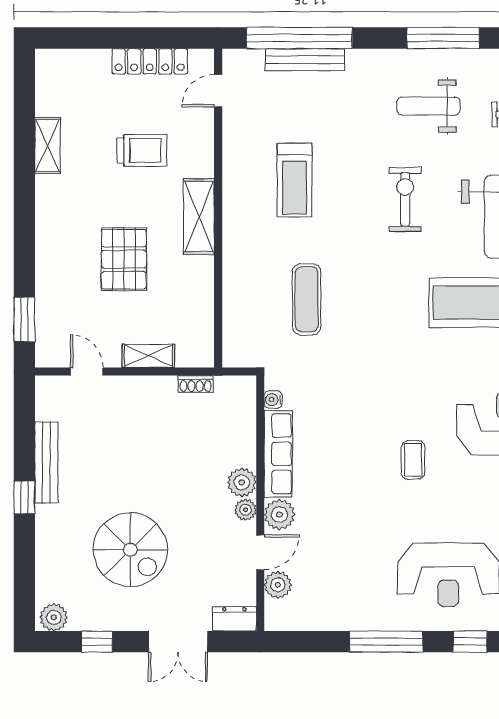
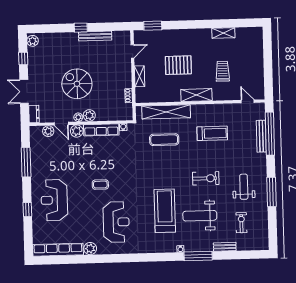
locker: (150, 61) -> (259, 73), removed
trolley: (142, 150) -> (223, 71), turned 180
treadmill: (295, 180) -> (212, 133), turned 180
shelving: (238, 292) -> (166, 112), added
spiral stairs: (130, 550) -> (77, 84), moved, turned 90
window: (386, 642) -> (26, 162), moved

